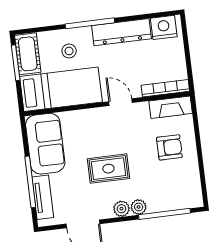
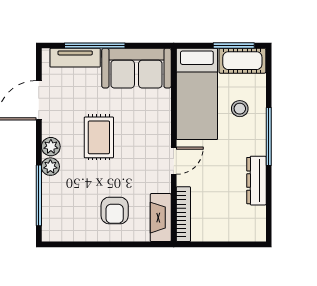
nightstand: (164, 27) -> (253, 221), removed
dresser: (121, 32) -> (256, 181), width x0.73, depth x0.80

